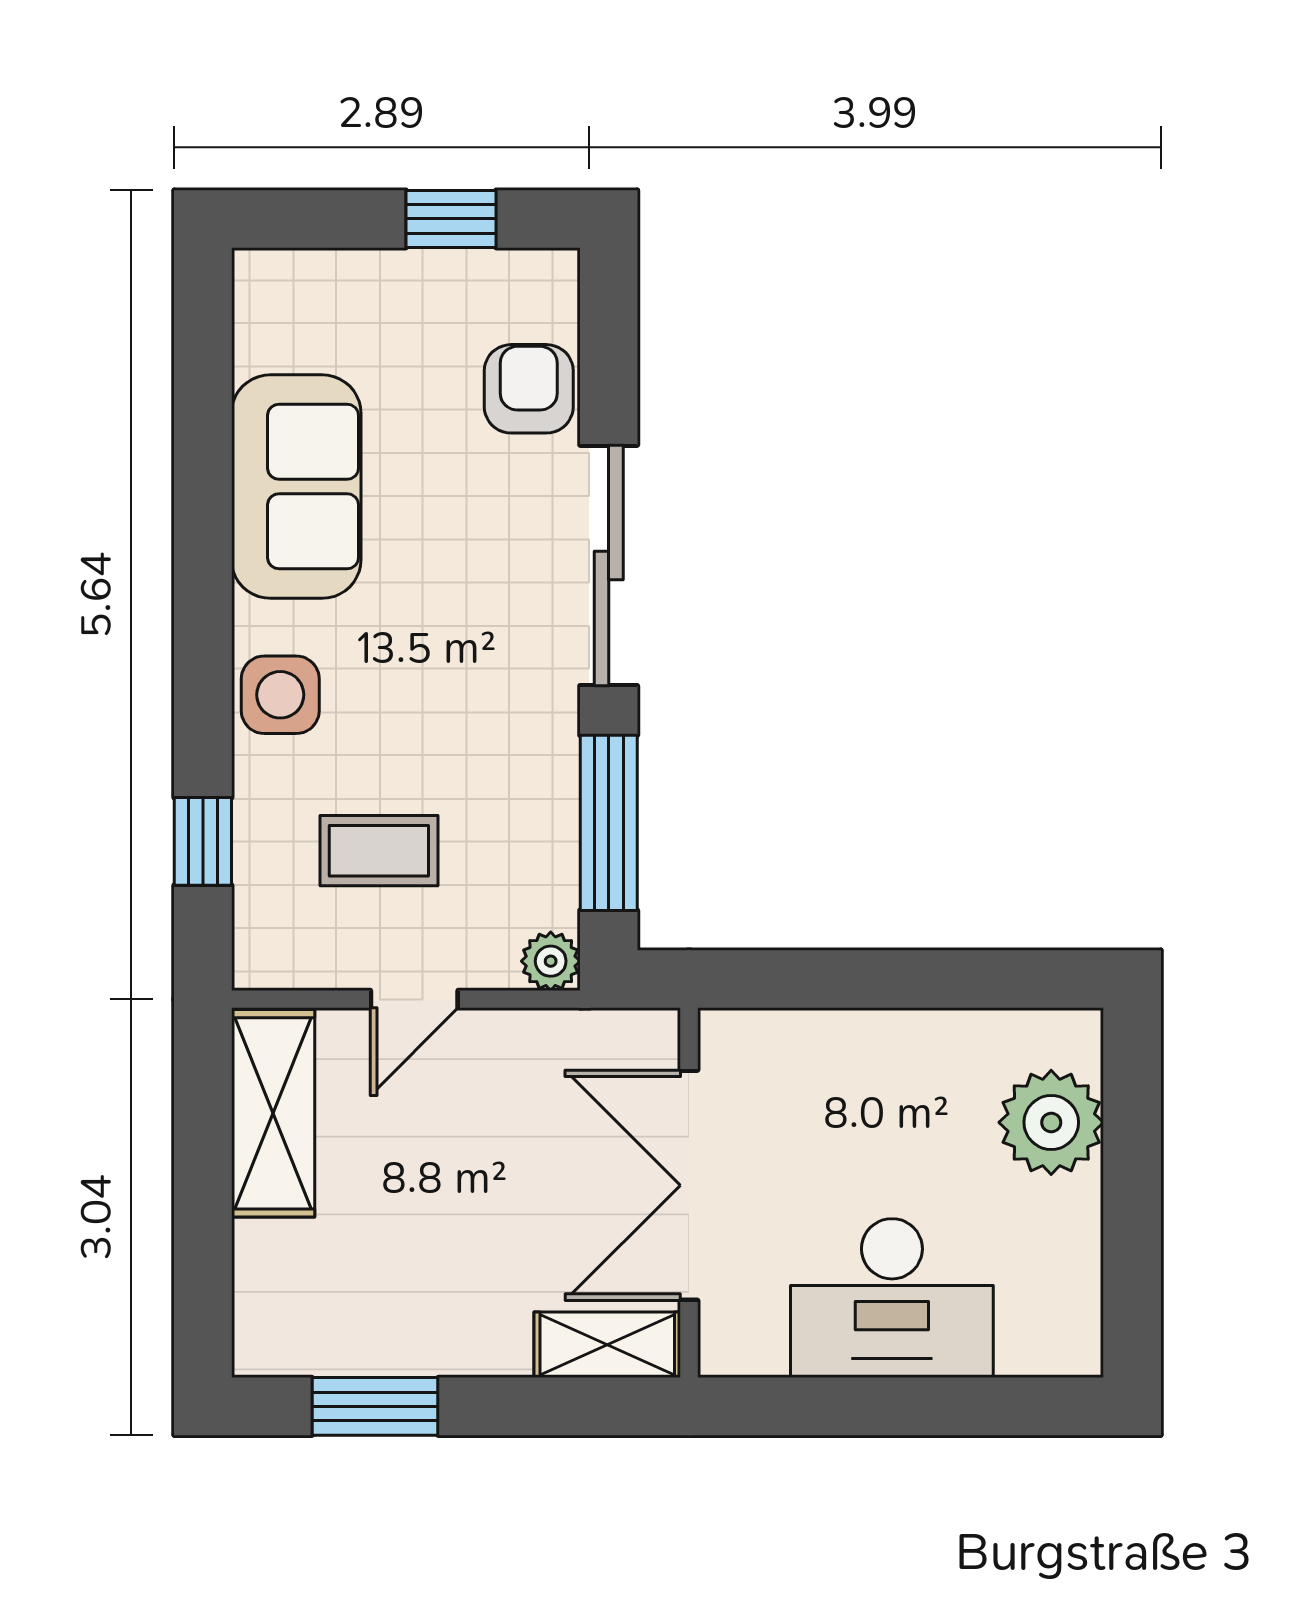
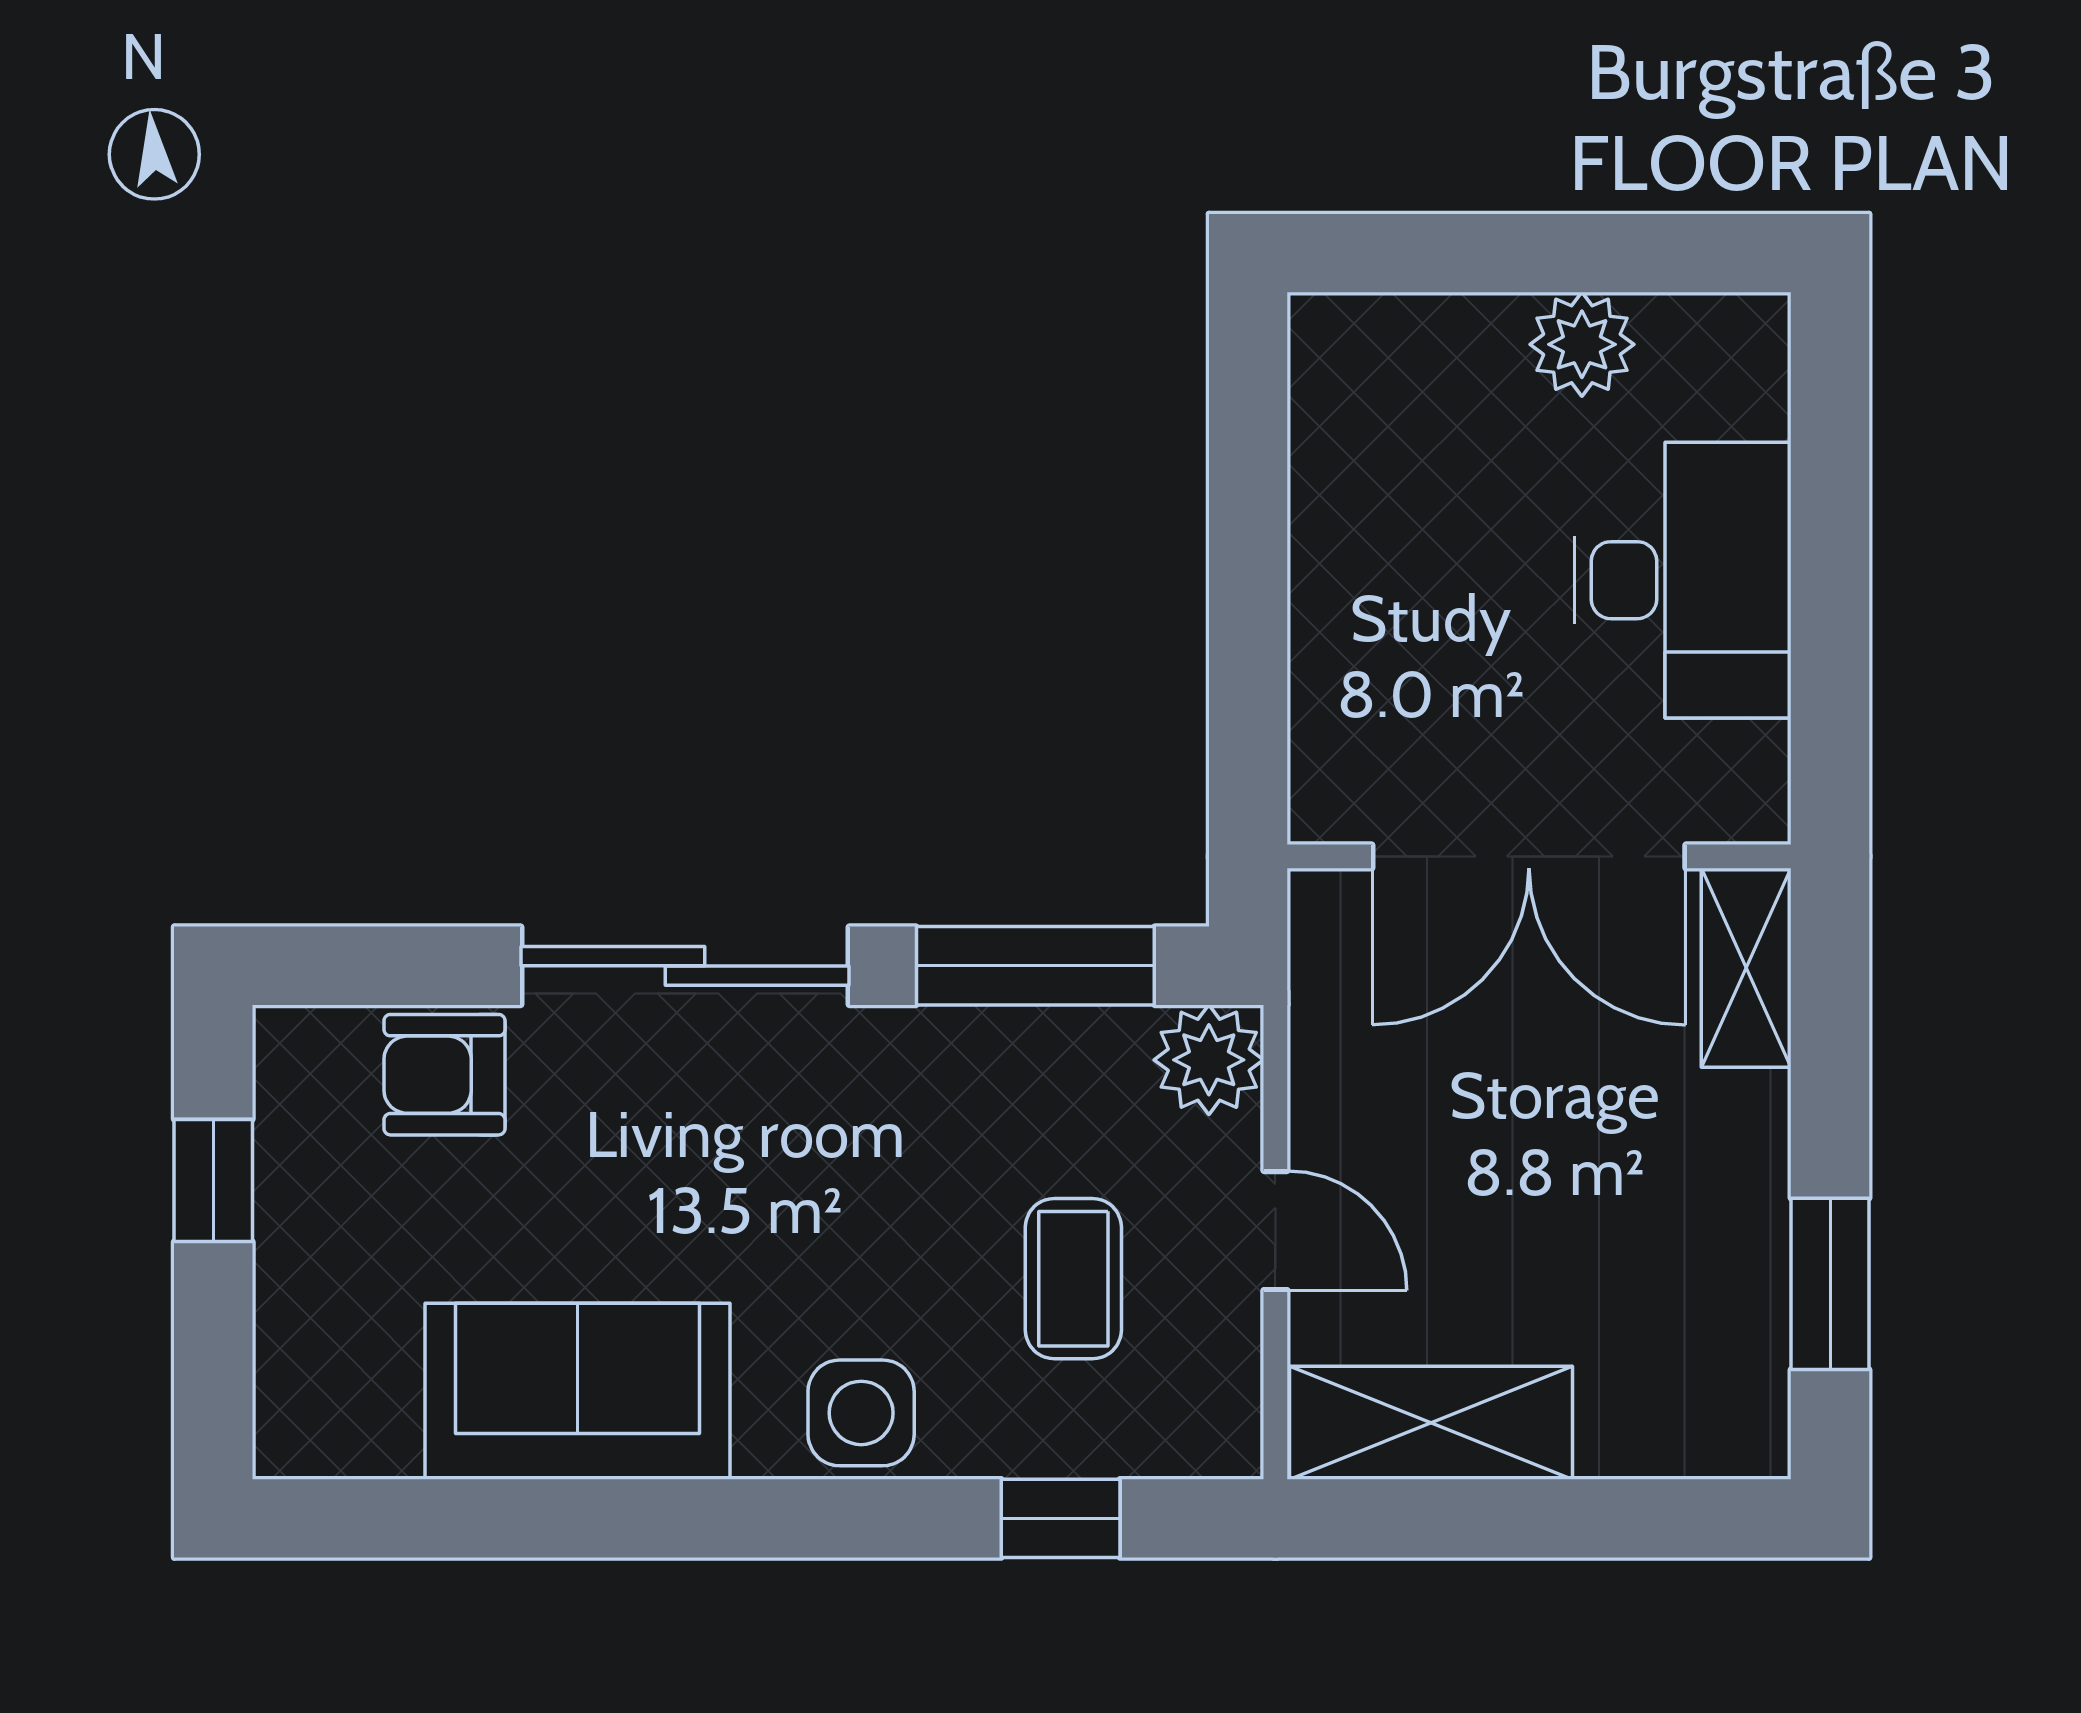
plant: (551, 961) -> (1209, 1060), width x1.38, depth x1.38
plant: (1051, 1122) -> (1582, 344), moved, width x0.73, depth x0.73

